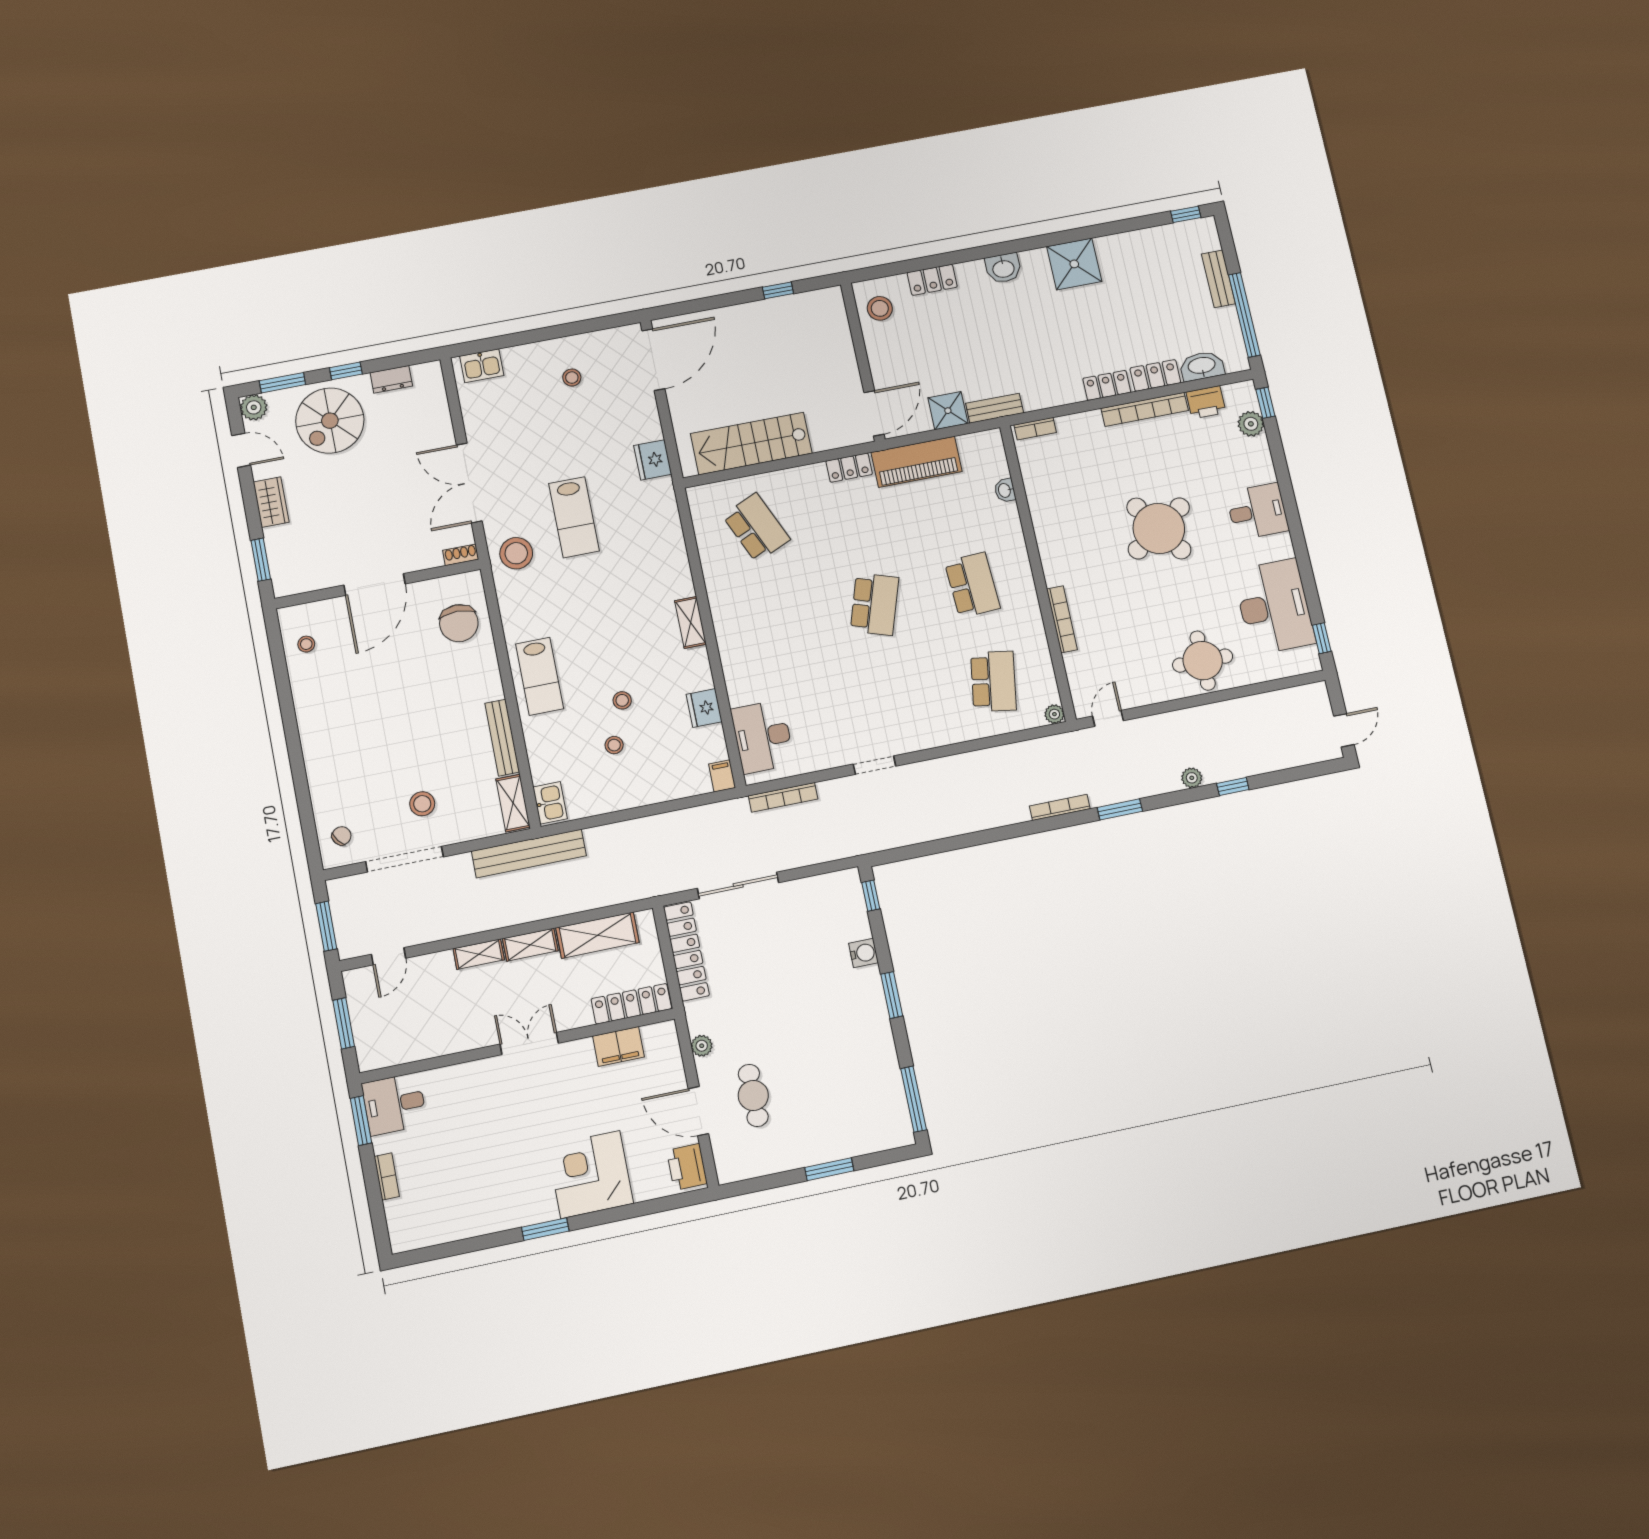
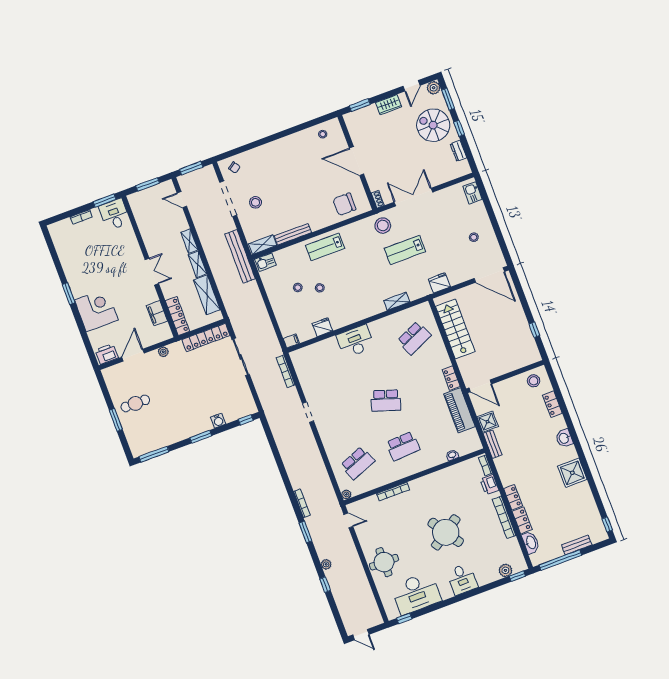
printer: (1206, 402) -> (489, 485), moved
shelving: (690, 622) -> (397, 301), moved
school desk: (993, 681) -> (358, 463), turned -30
desk: (763, 737) -> (355, 341), moved
cafe table: (753, 1095) -> (135, 403), moved

